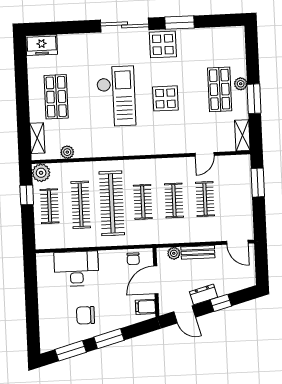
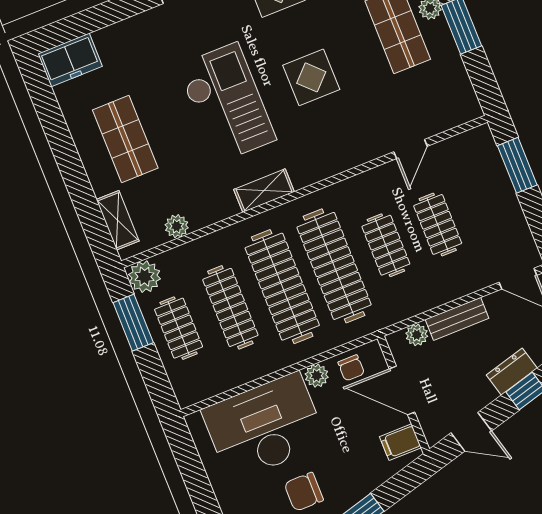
shelving: (242, 135) -> (264, 191), moved, turned 90
window: (27, 195) -> (133, 323), width x1.50
clothes rail: (143, 202) -> (334, 266), width x1.86, depth x1.31
plant: (114, 256) -> (317, 376), added
desk: (76, 269) -> (264, 427), width x1.36, depth x1.30
door: (156, 280) -> (402, 390), hinge flipped
dresser: (203, 294) -> (512, 371), moved

